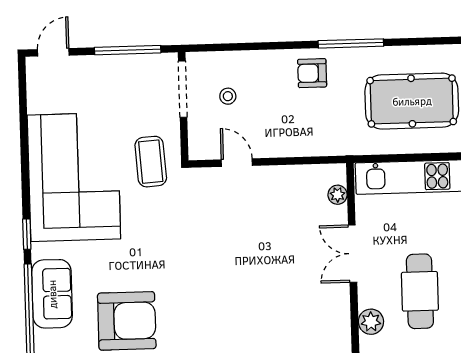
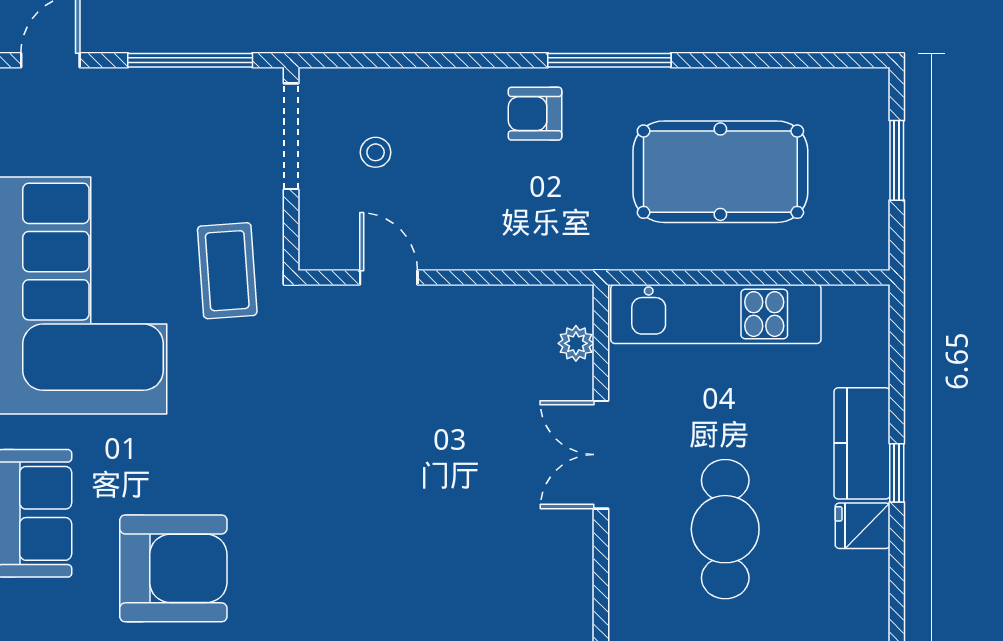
plant: (371, 322) -> (632, 583), removed

